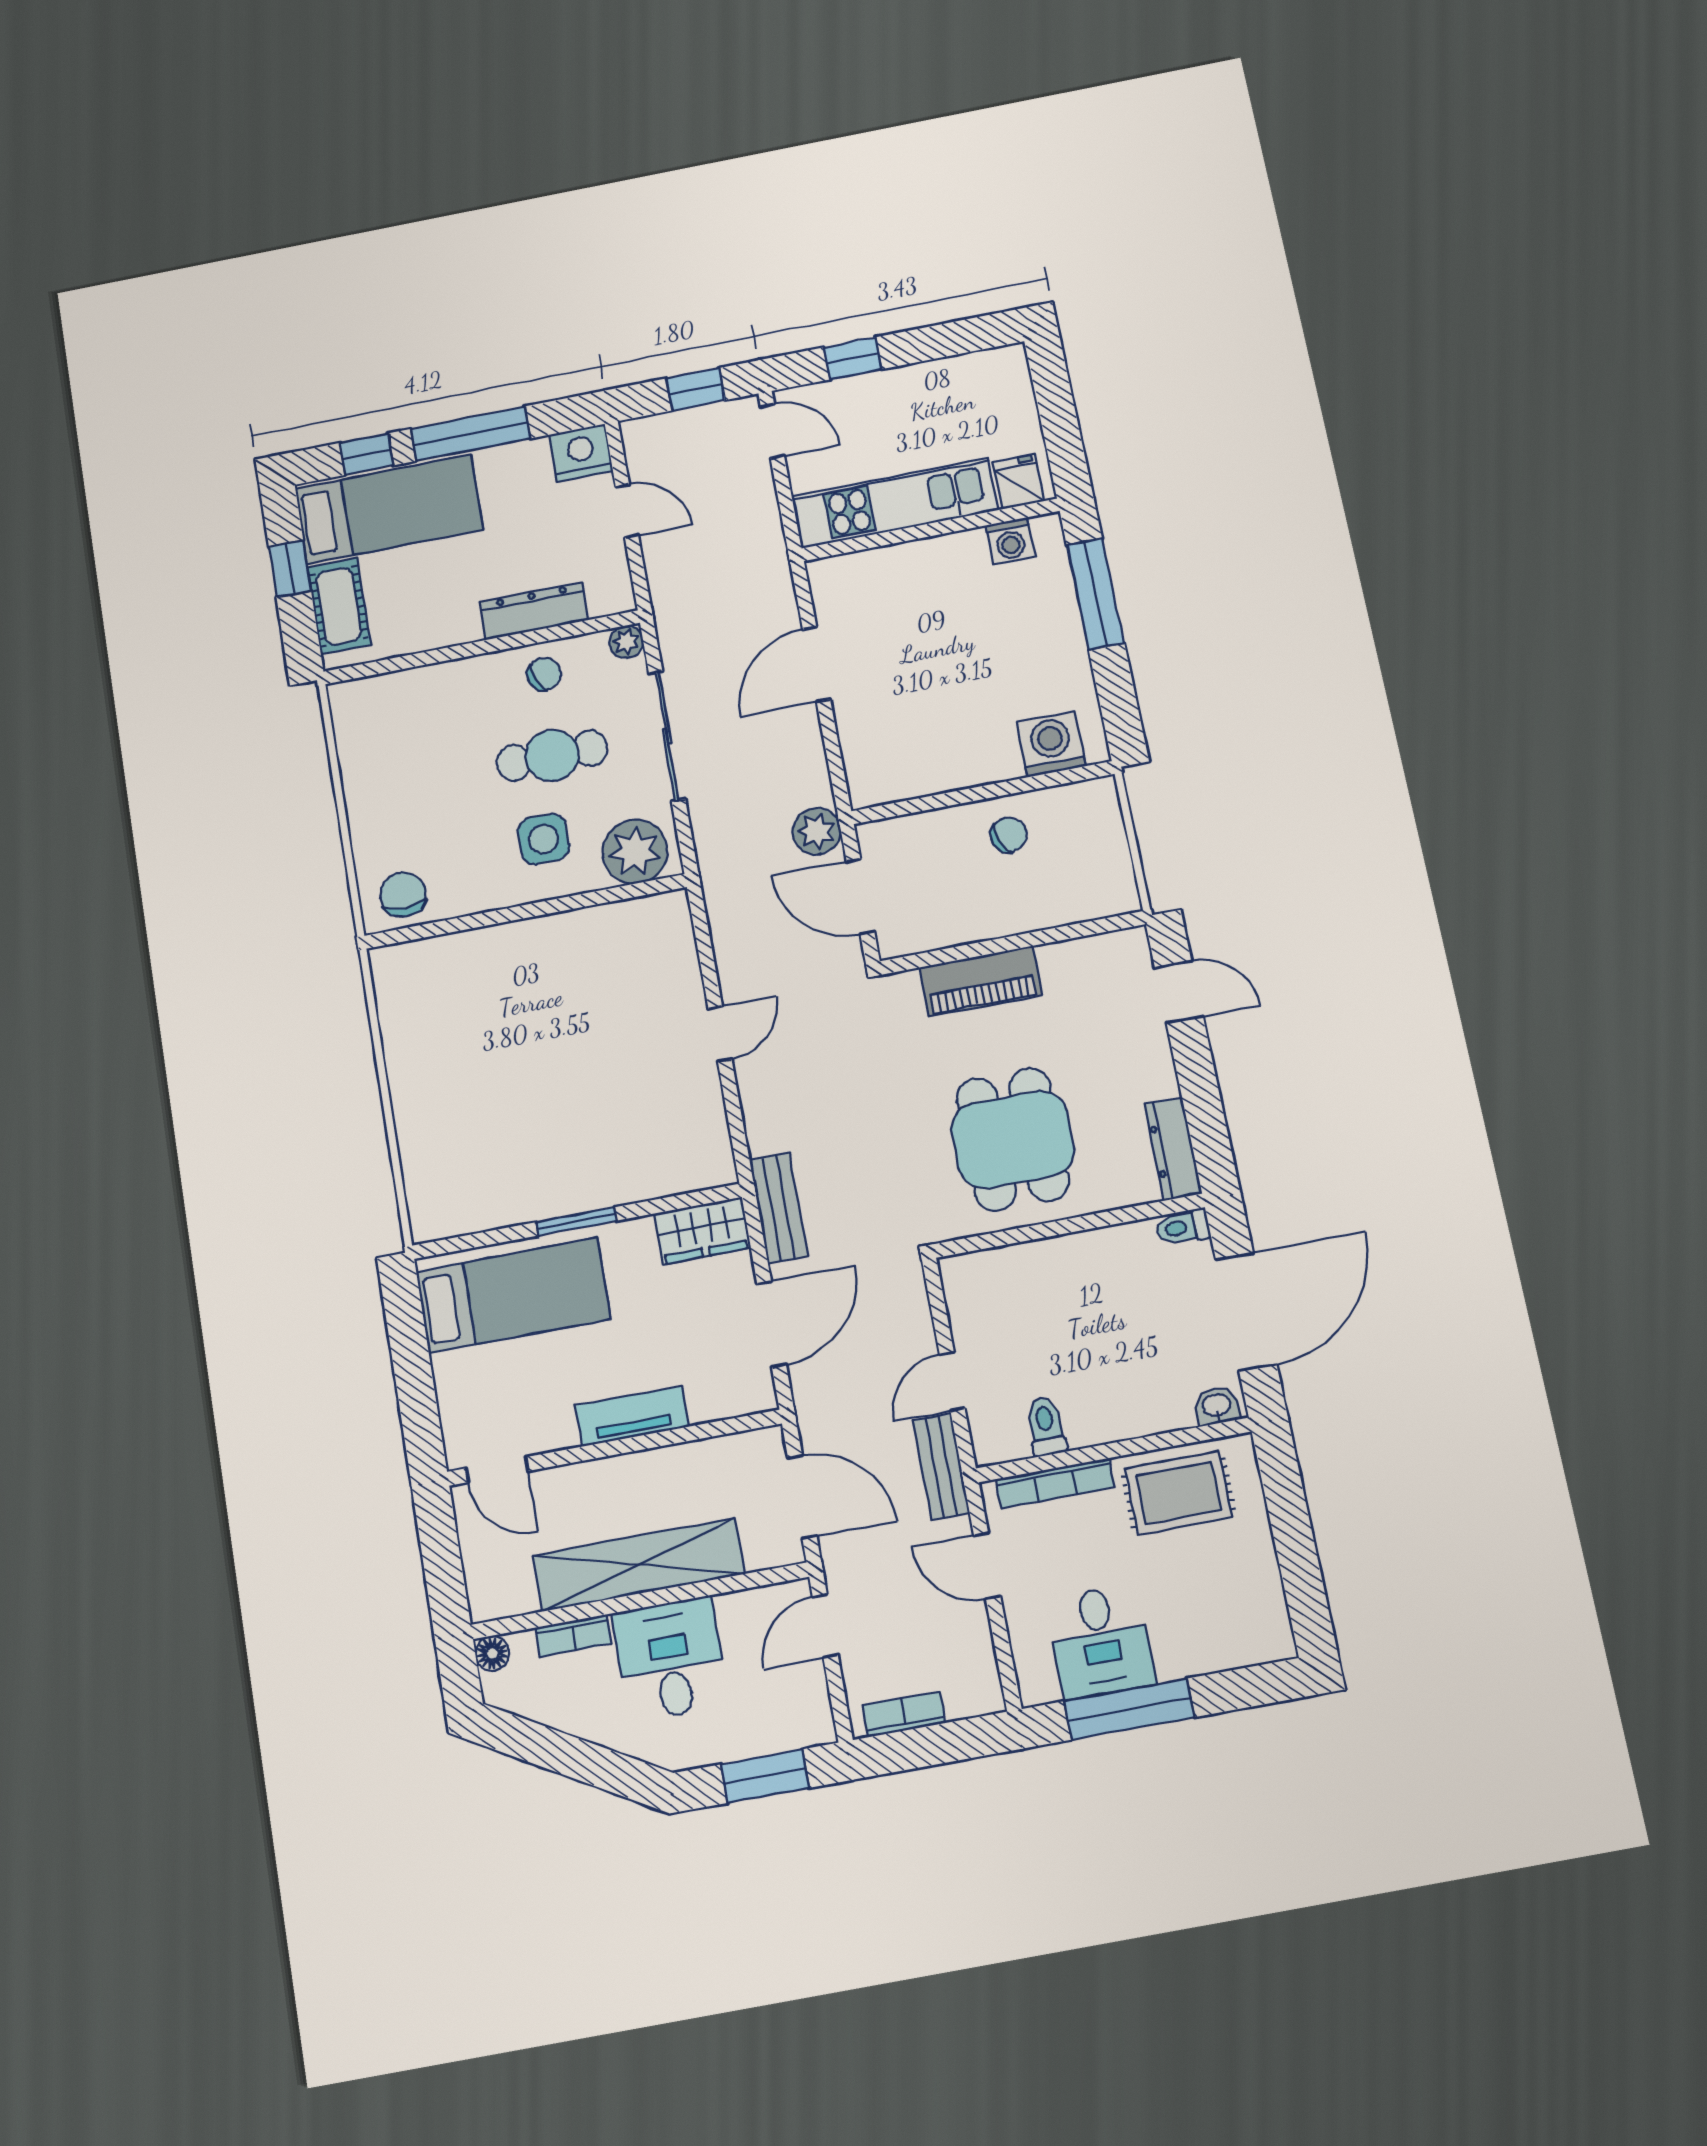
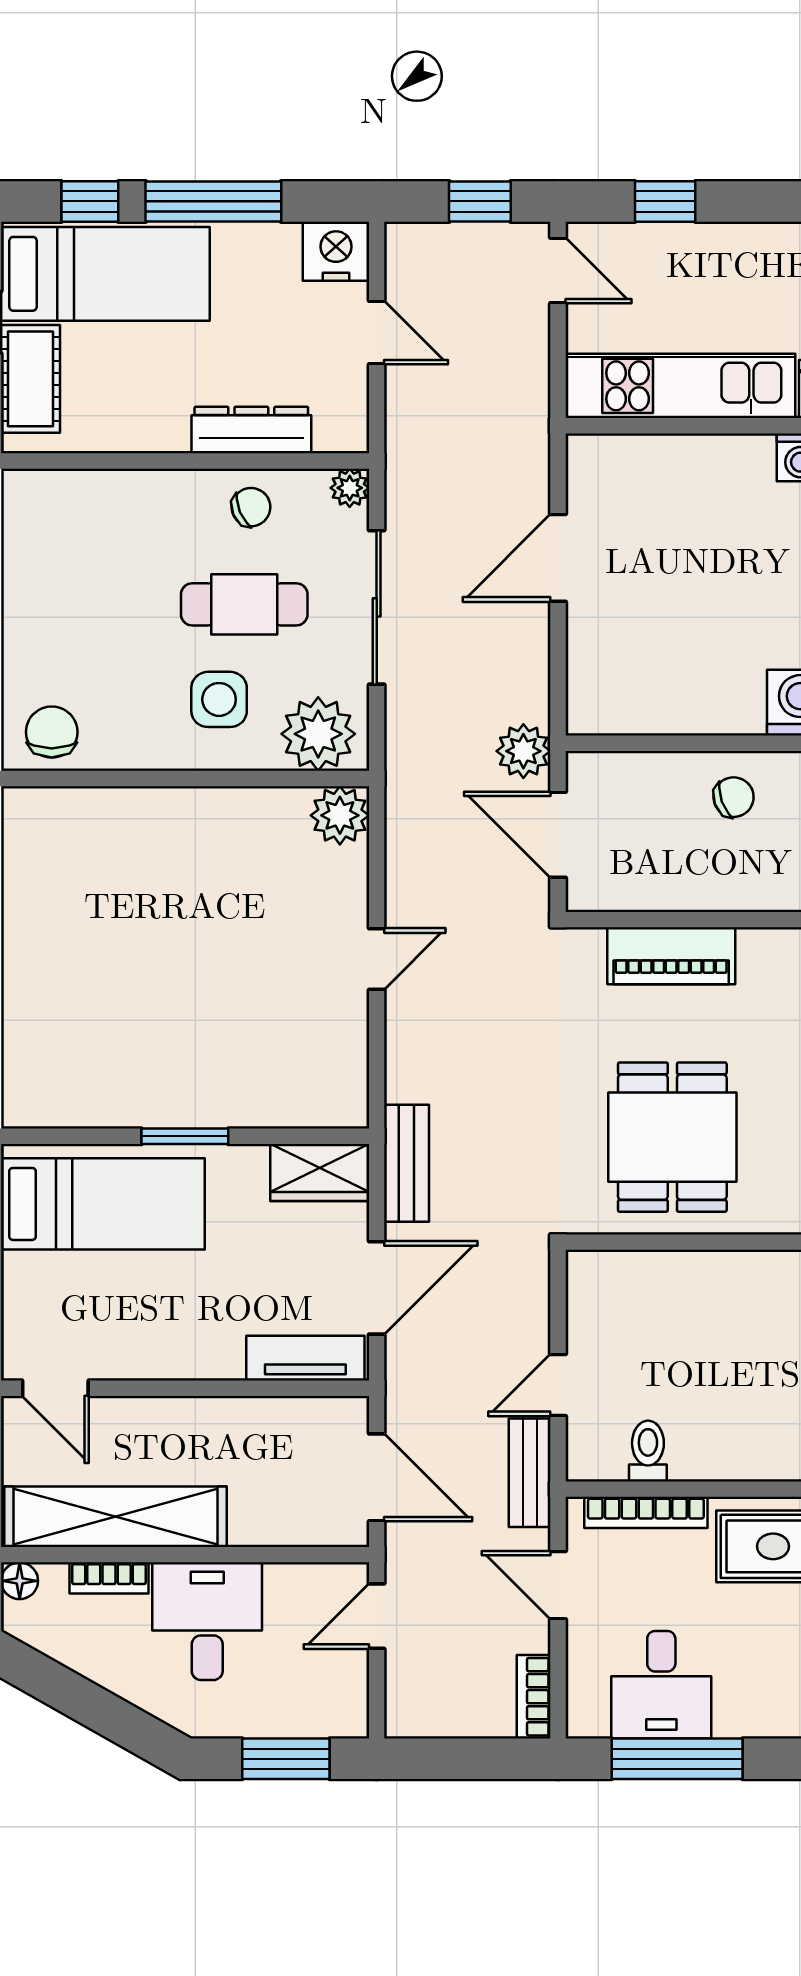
plant: (666, 917) -> (340, 815), added
tv unit: (632, 1416) -> (305, 1358), moved
shelving: (639, 1565) -> (116, 1517), moved
bookcase: (904, 1714) -> (534, 1697), moved, turned -90

